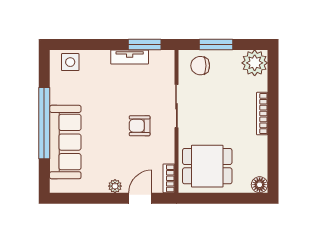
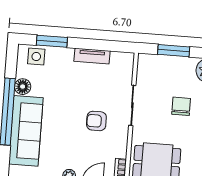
window: (145, 45) -> (52, 41), moved
chair: (200, 66) -> (181, 106), moved, turned 90
floor lamp: (58, 95) -> (23, 87), added

